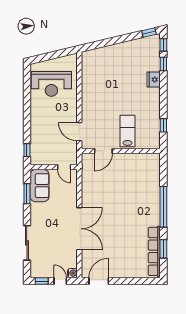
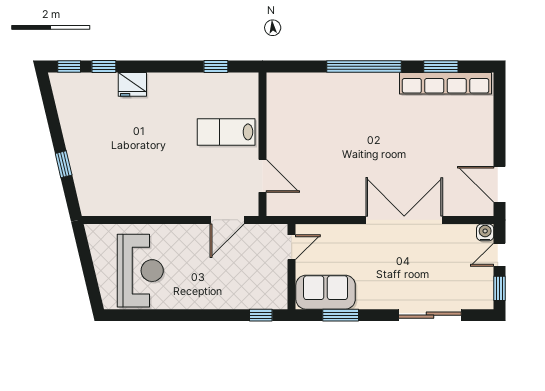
window: (149, 33) -> (64, 164), moved

